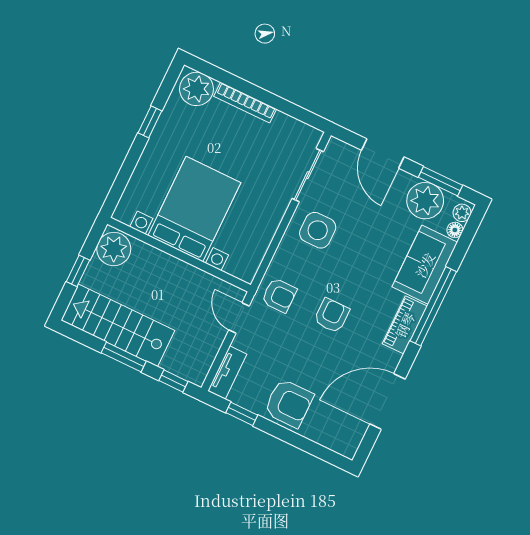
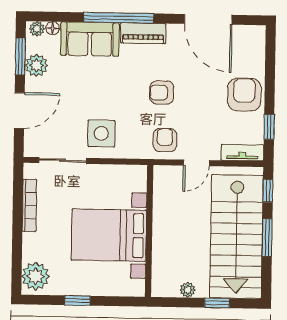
bookcase: (245, 103) -> (29, 205), moved
plant: (425, 201) -> (36, 65), width x0.73, depth x0.73
bed with nightstands: (194, 209) -> (109, 235), moved
plant: (114, 249) -> (188, 290), width x0.53, depth x0.53
wall: (179, 254) -> (149, 231), moved
stairs: (118, 325) -> (237, 237), width x1.36, depth x1.51

